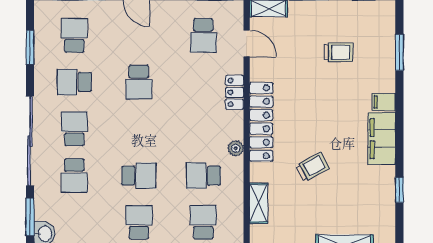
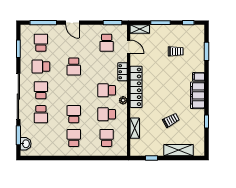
school desk: (203, 129) -> (107, 90), added
trolley: (313, 167) -> (171, 120), moved
school desk: (139, 176) -> (74, 114), turned -90

